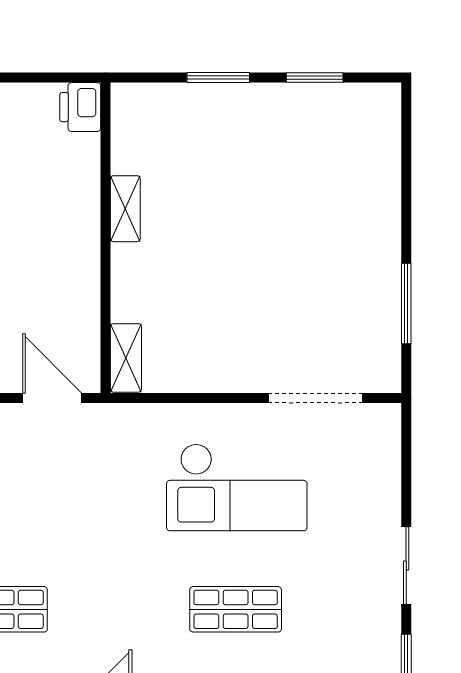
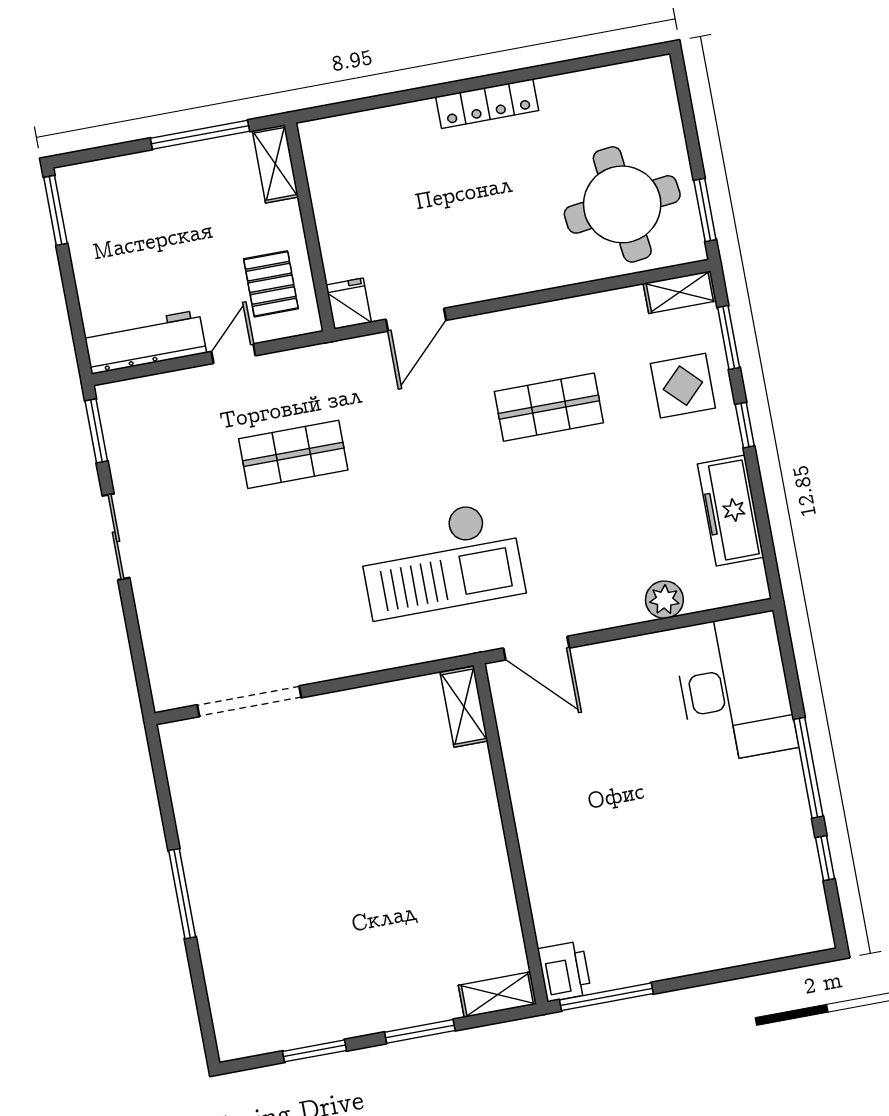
window: (47, 78) -> (606, 997), added
shelving: (125, 209) -> (497, 995), moved, turned 90
window: (406, 303) -> (182, 894), moved
checkout: (237, 487) -> (441, 560), moved, turned 180

